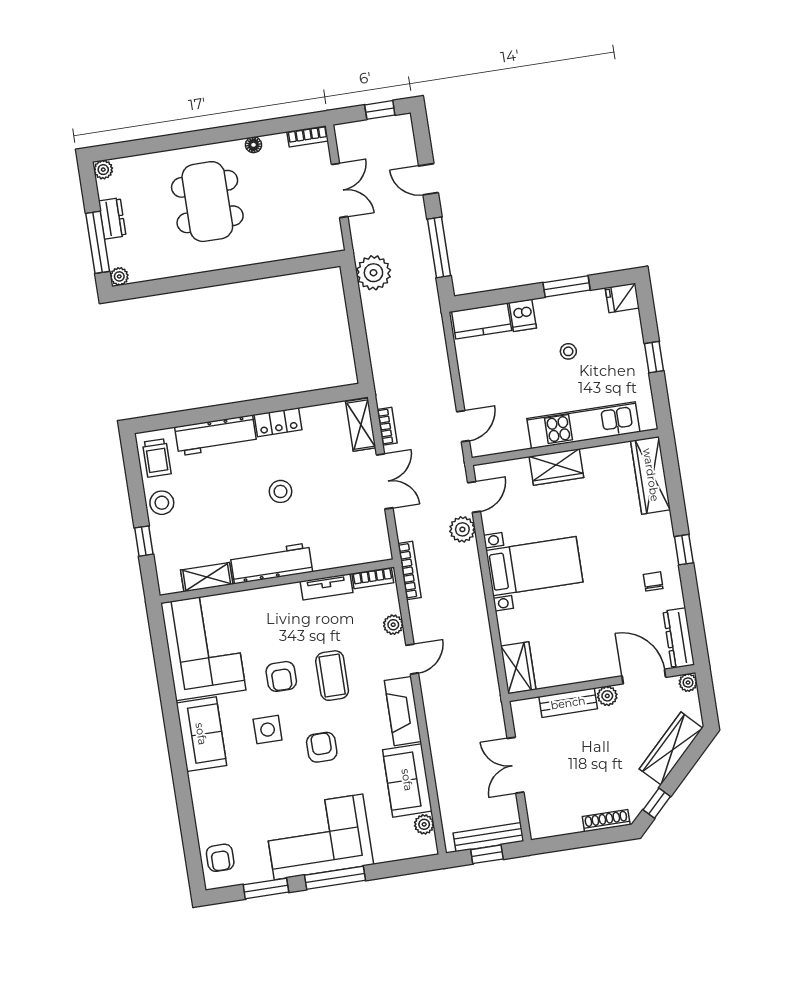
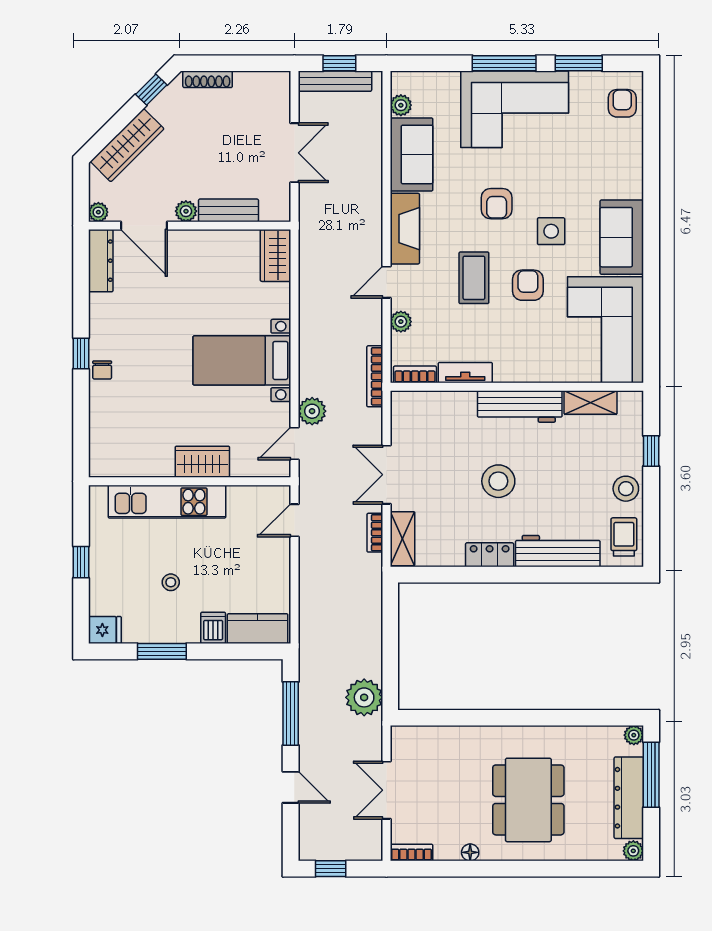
dresser: (112, 218) -> (629, 798), width x1.96, depth x1.24
wardrobe: (651, 475) -> (104, 438), removed
stool: (281, 491) -> (498, 481), width x1.38, depth x1.38
chair: (653, 581) -> (102, 370), moved

